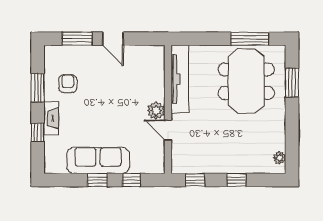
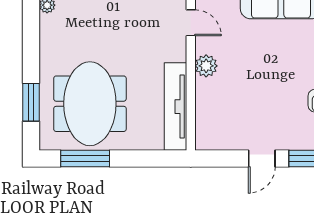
door: (113, 39) -> (262, 158), swing flipped
door: (168, 130) -> (191, 23), moved

